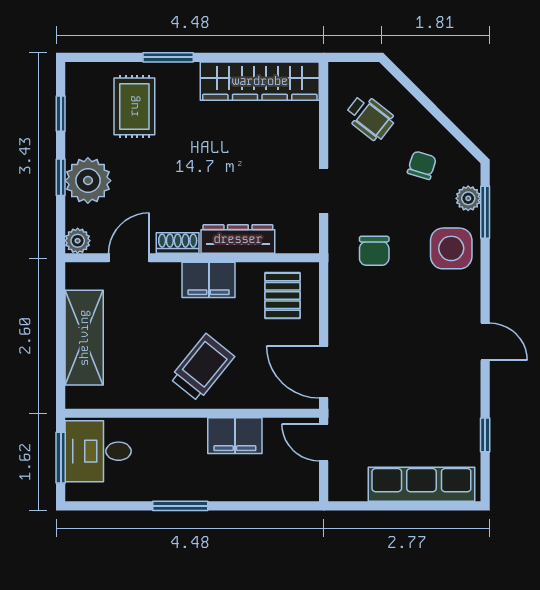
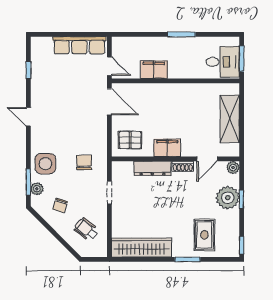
window: (61, 114) -> (242, 245), moved
pallet: (282, 296) -> (130, 140), turned 90
trolley: (202, 367) -> (170, 104), removed
row of seats: (421, 484) -> (79, 45), moved

